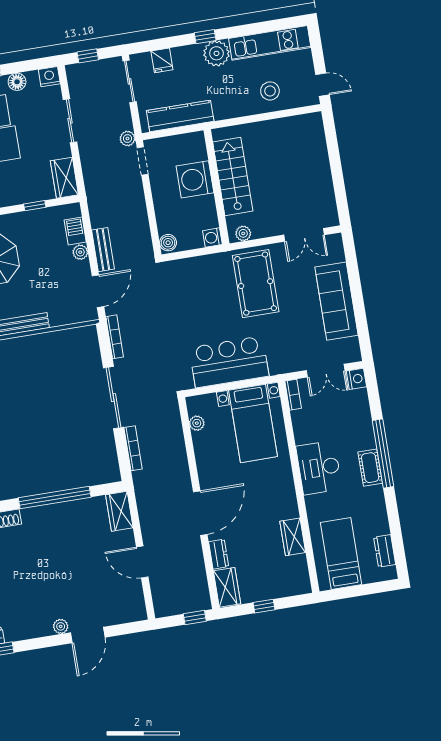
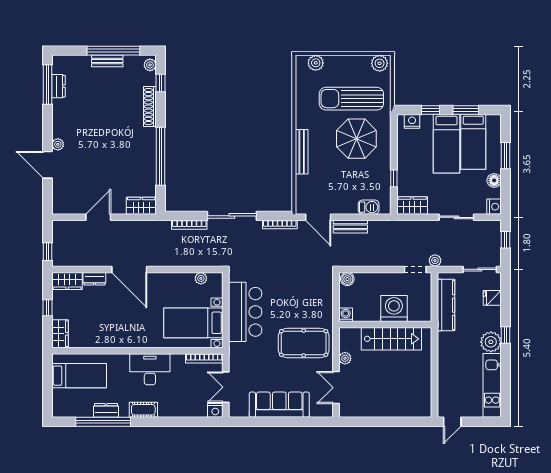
stool: (270, 91) -> (454, 379), removed
plant: (243, 233) -> (345, 358), moved
plant: (80, 252) -> (351, 208), removed
bookcase: (293, 395) -> (204, 358), width x1.56
window: (383, 454) -> (103, 422), moved
wardrobe: (293, 537) -> (60, 334), moved, turned 90
dresser: (385, 551) -> (106, 410), moved

